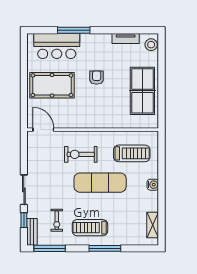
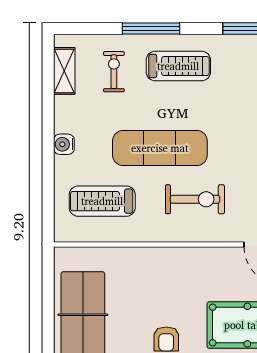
exercise bike: (57, 220) -> (114, 72), moved

